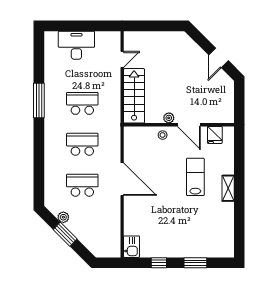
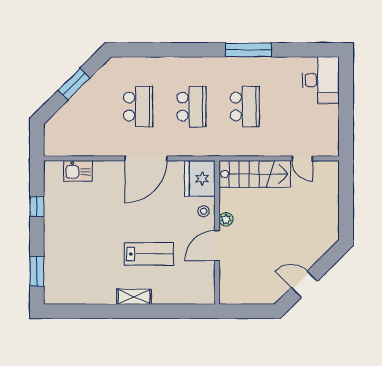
desk: (76, 45) -> (321, 80), moved
fridge: (215, 135) -> (200, 179), moved, width x1.88, depth x1.34
plant: (63, 217) -> (96, 82), removed
kitchen sink: (132, 247) -> (78, 171), moved
window: (195, 263) -> (37, 272), moved

